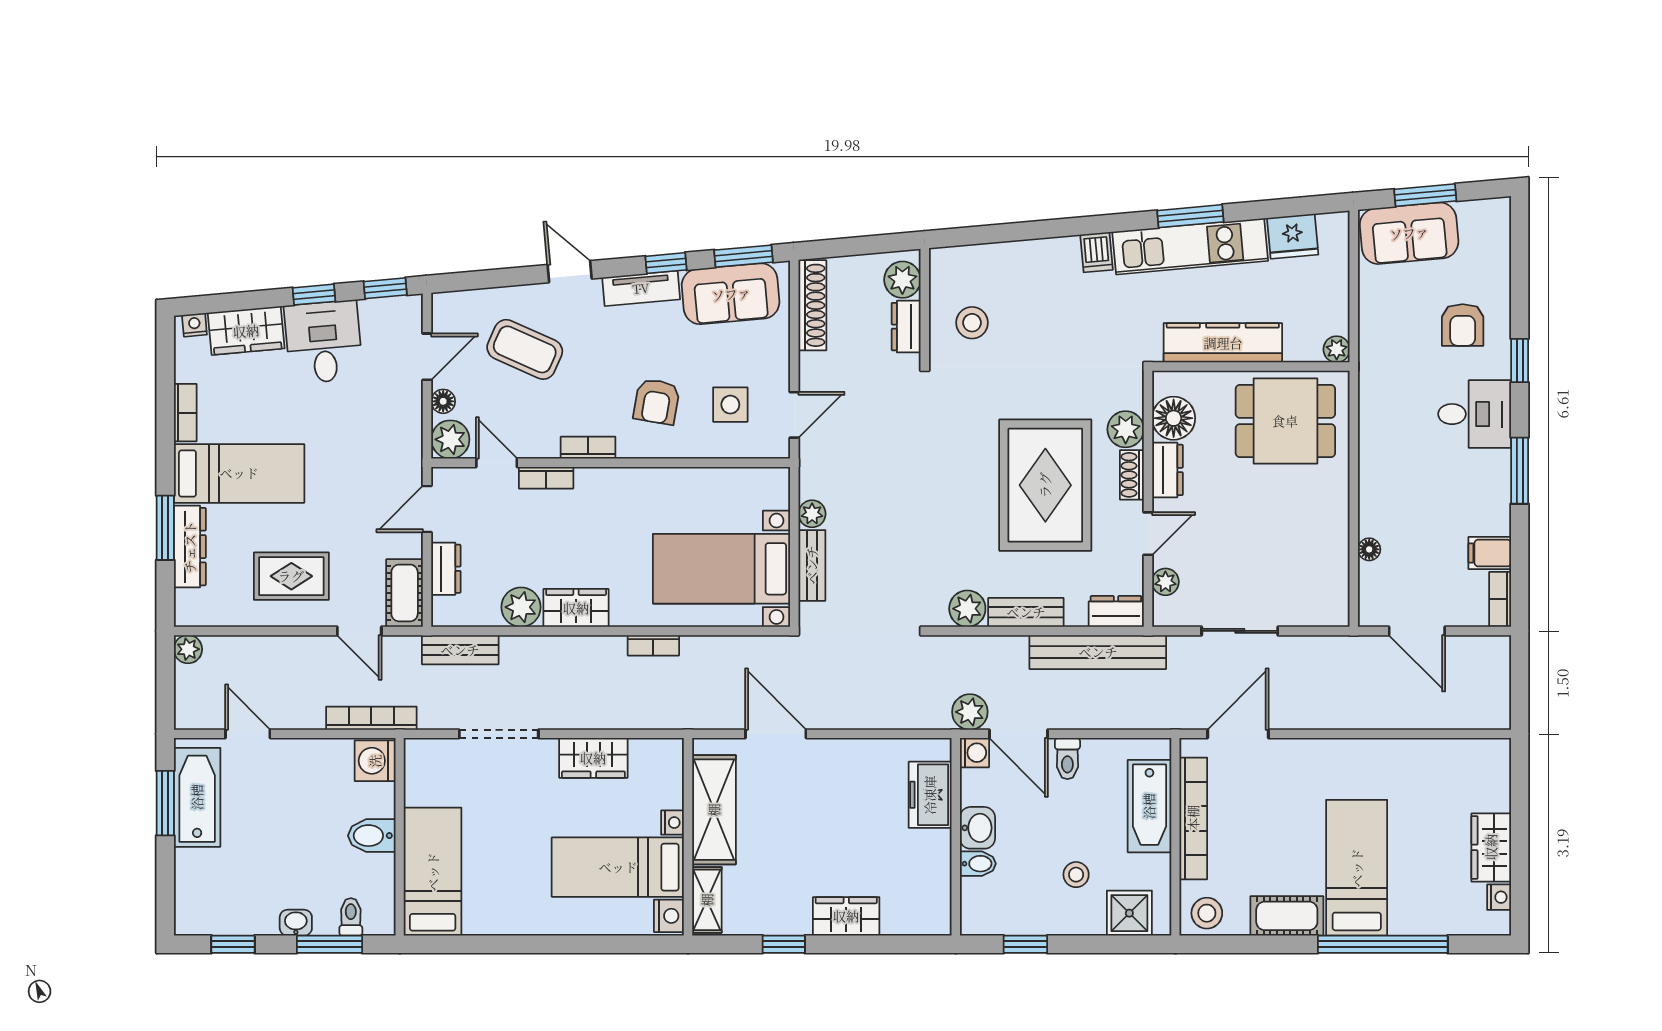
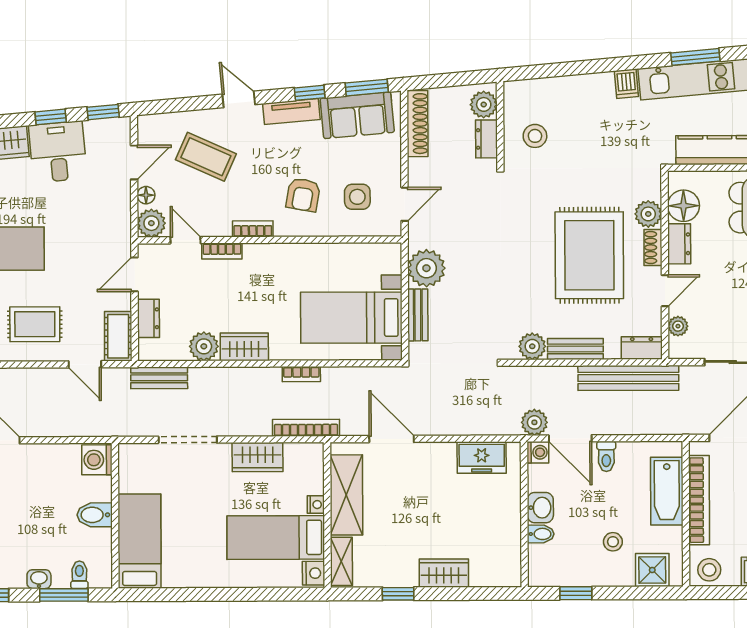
plant: (812, 514) -> (426, 268), width x1.88, depth x1.88
bookcase: (371, 718) -> (306, 428), moved
freezer: (930, 795) -> (482, 458), moved, turned -90

